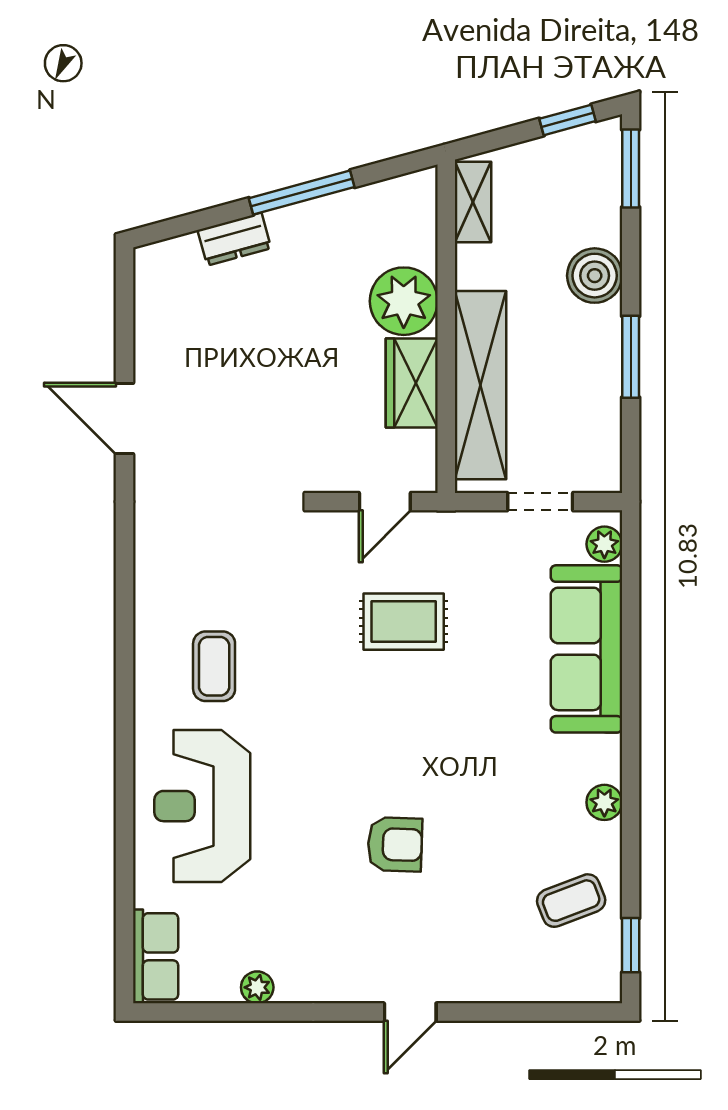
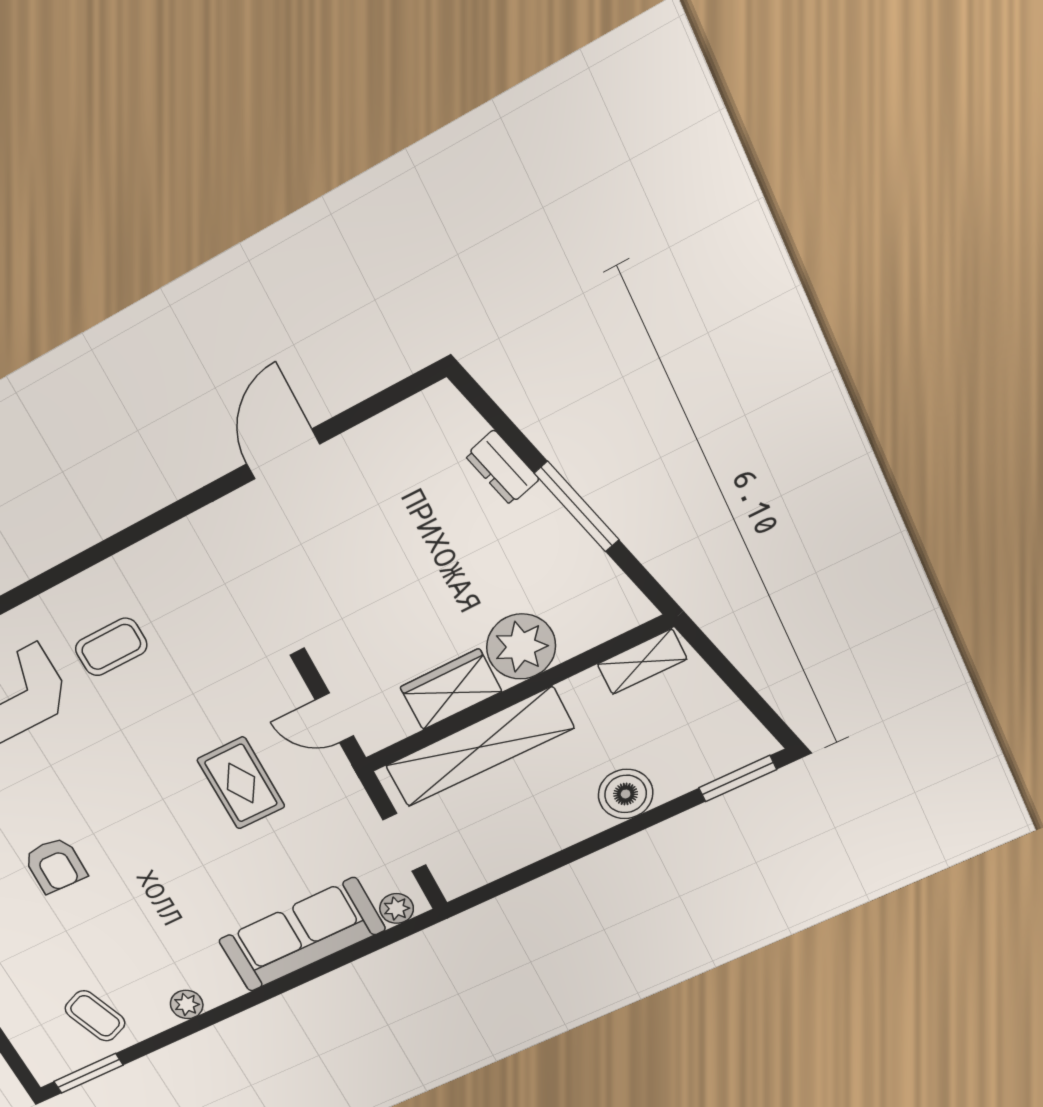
window: (568, 120) -> (758, 706), removed
window: (631, 357) -> (568, 855), removed
window: (631, 945) -> (88, 1073), width x1.50

